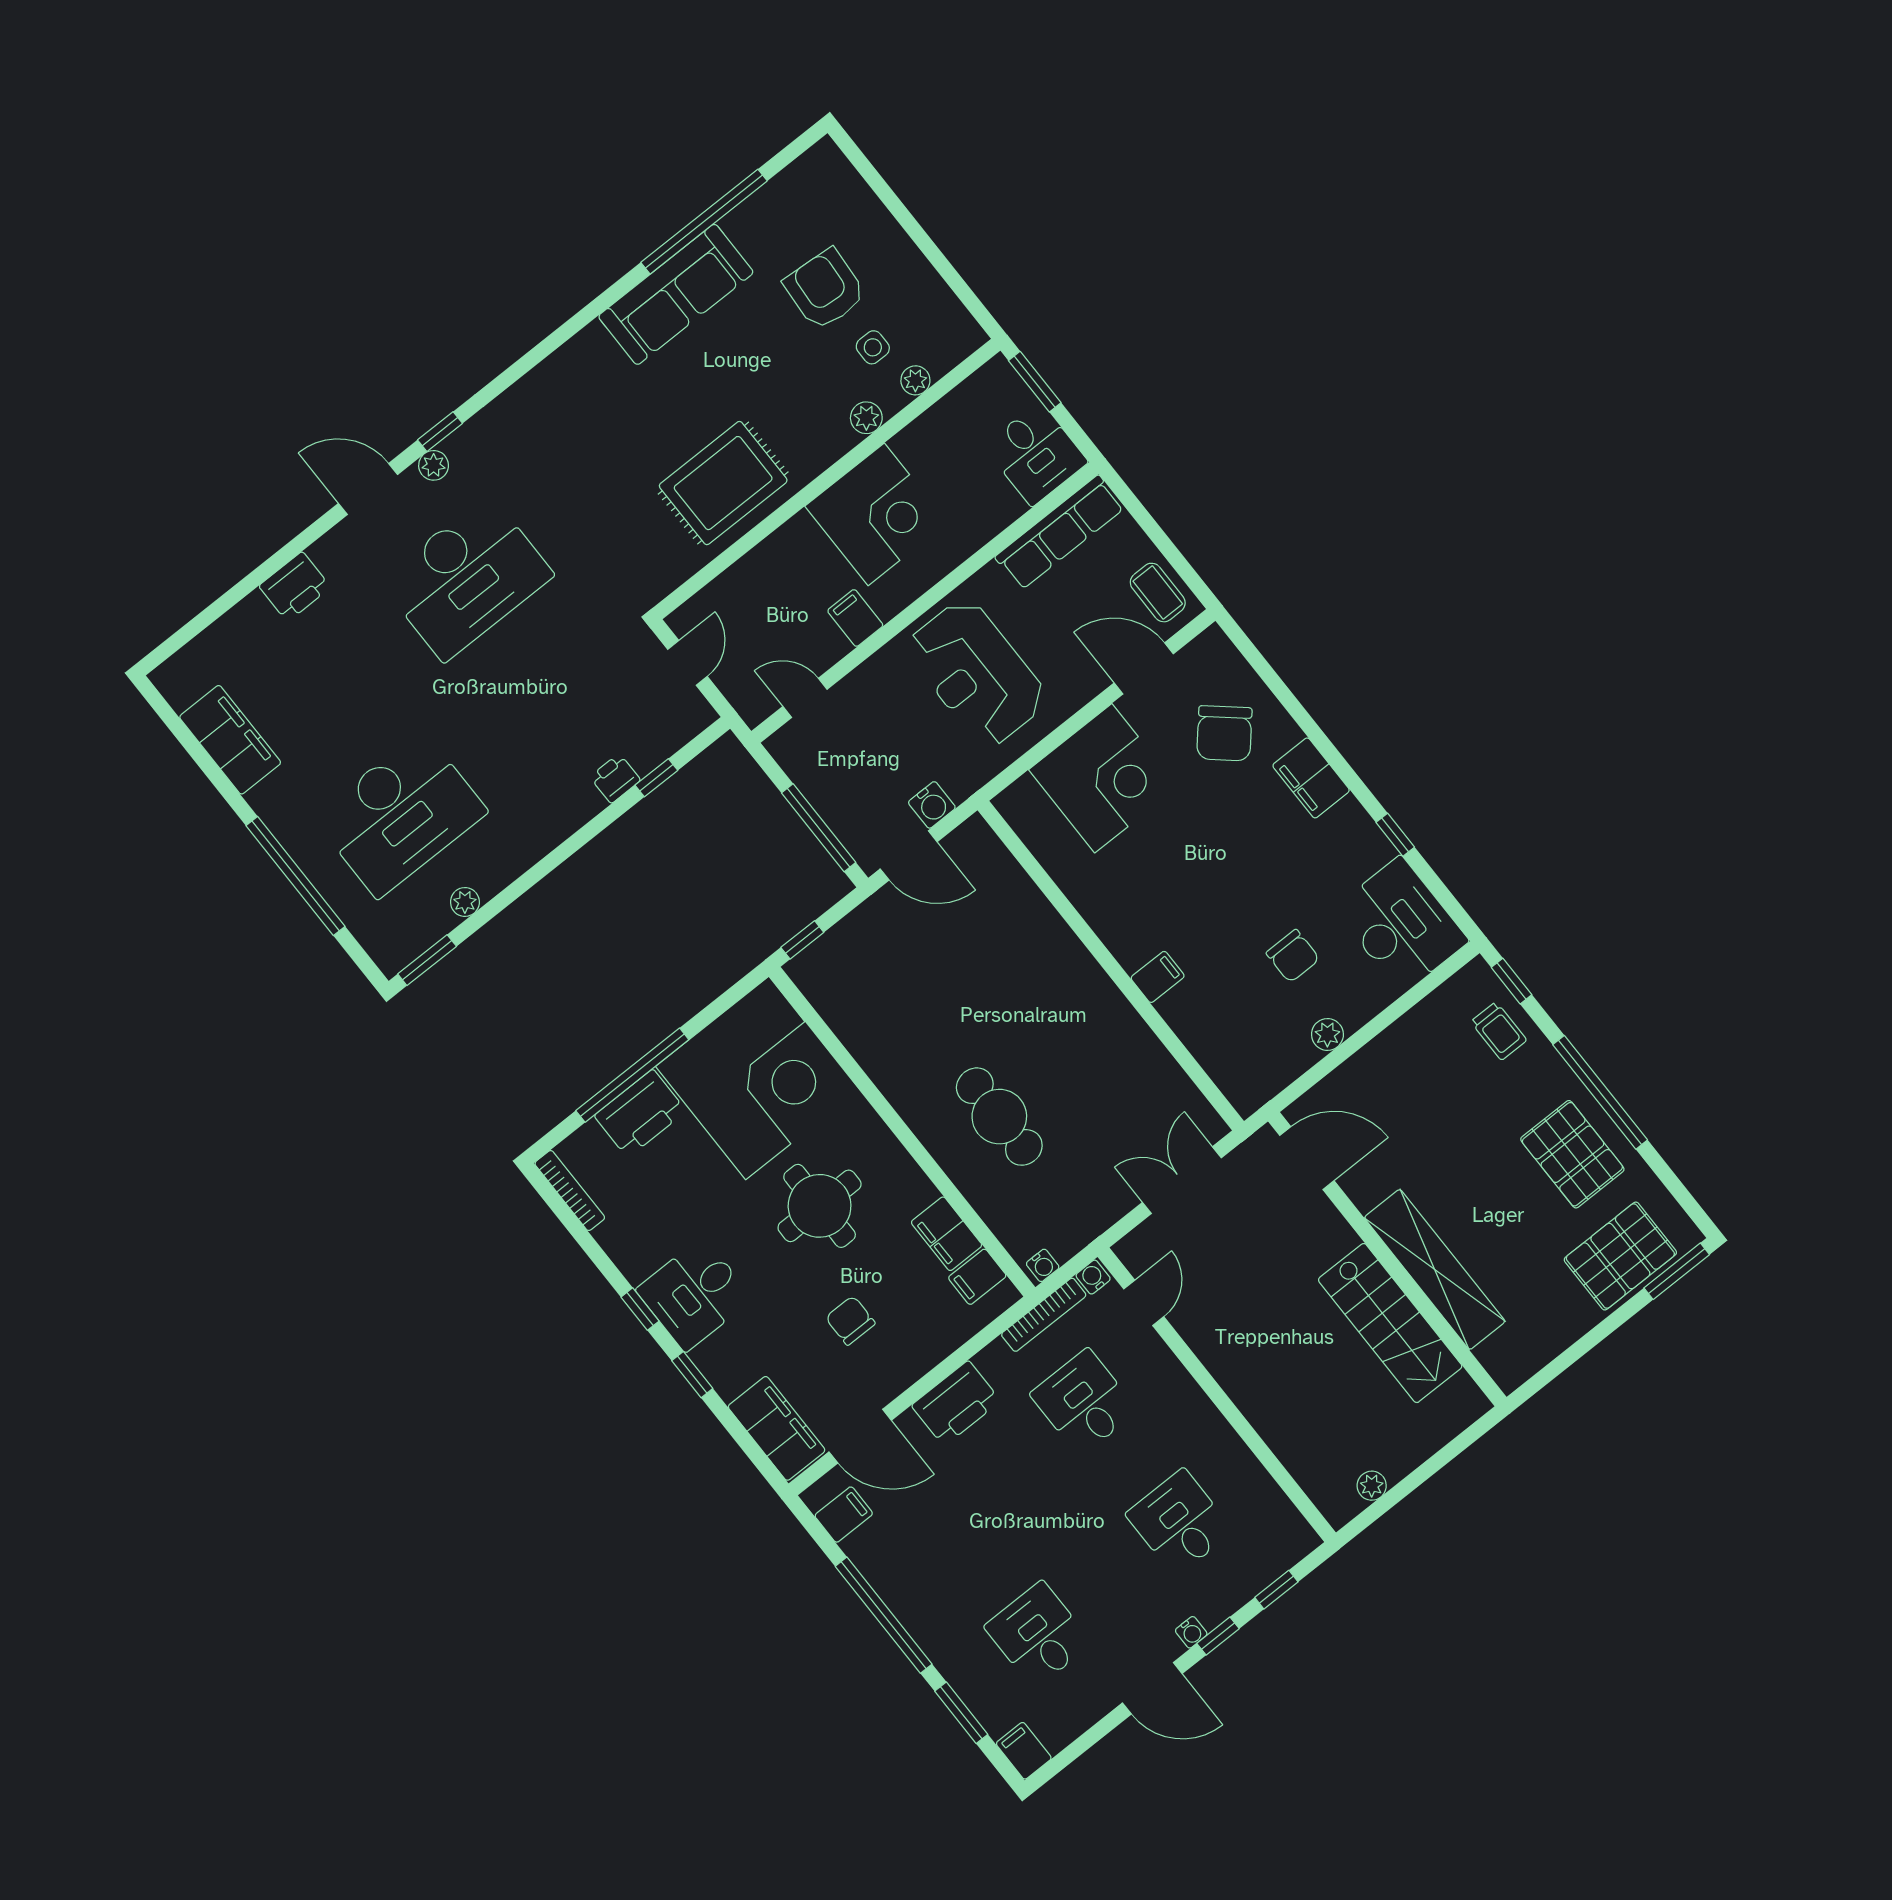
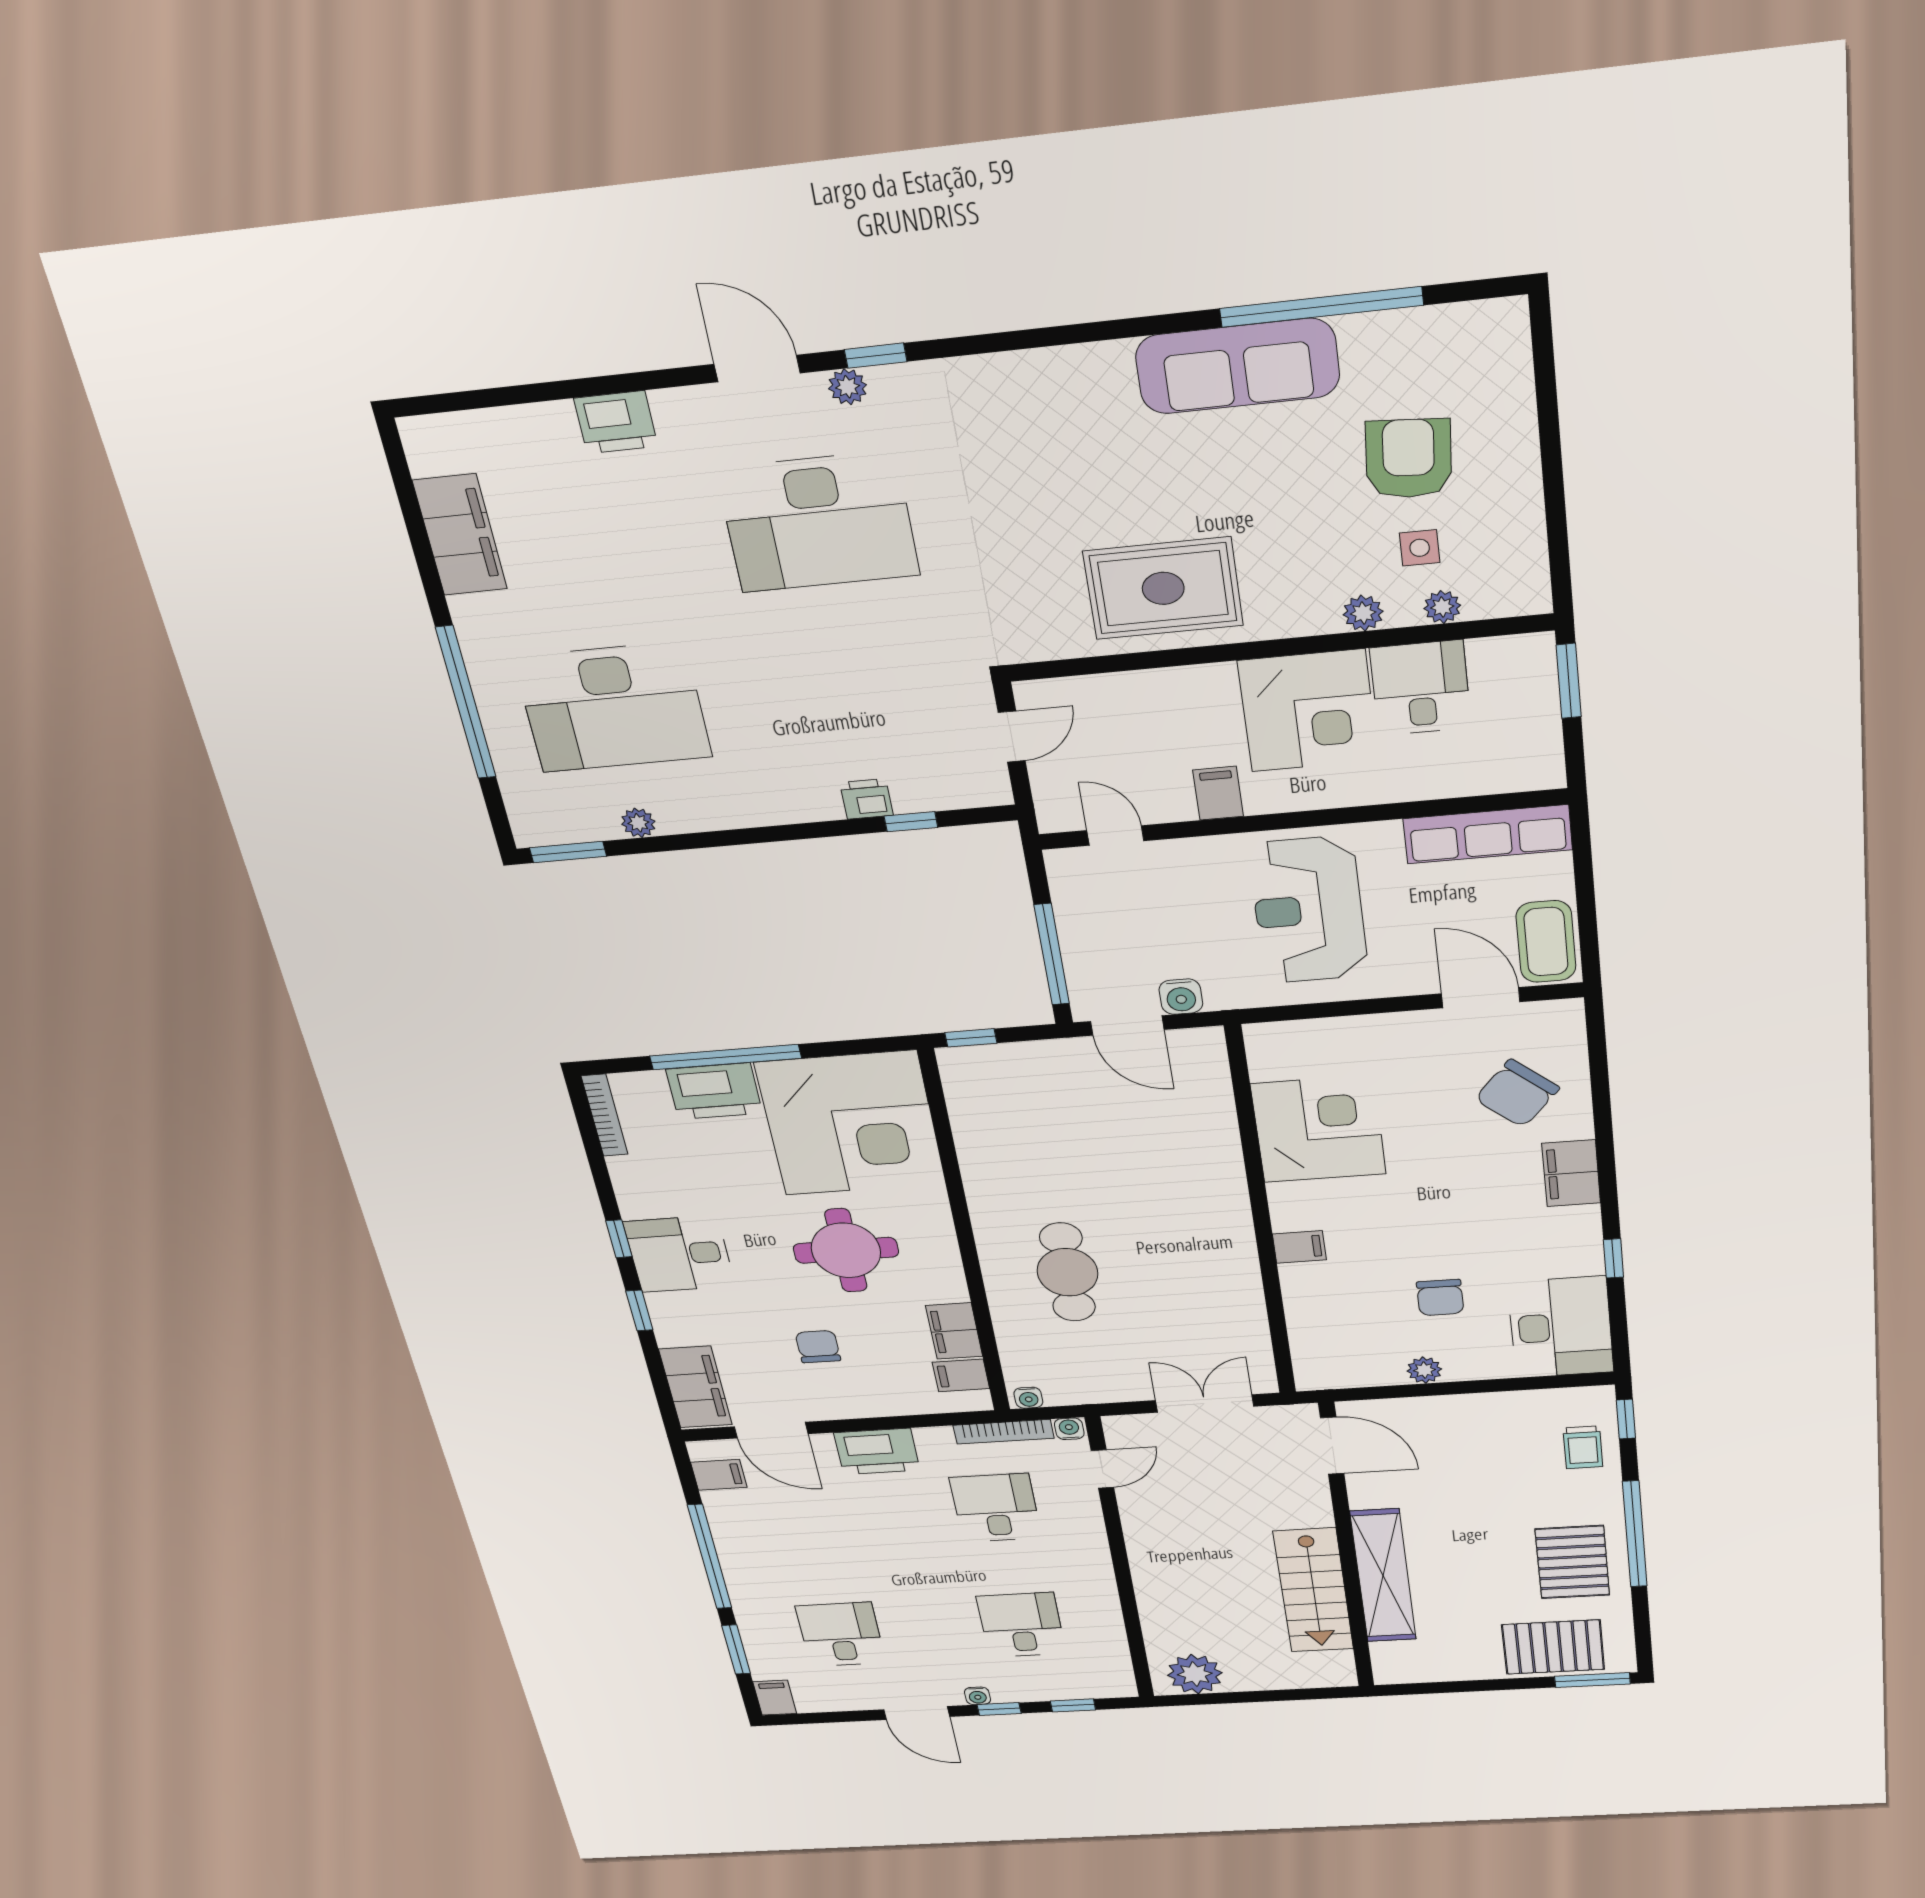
desk: (1036, 454) -> (1421, 688), moved, turned 180
coffee table: (1158, 593) -> (1546, 942), width x1.36, depth x1.30
corner desk: (1103, 778) -> (1318, 1129), moved, turned -90
plant: (1372, 1486) -> (1195, 1674), width x1.87, depth x1.87

